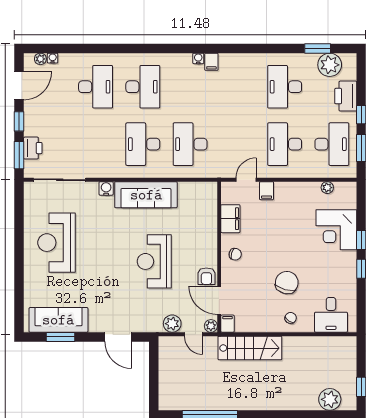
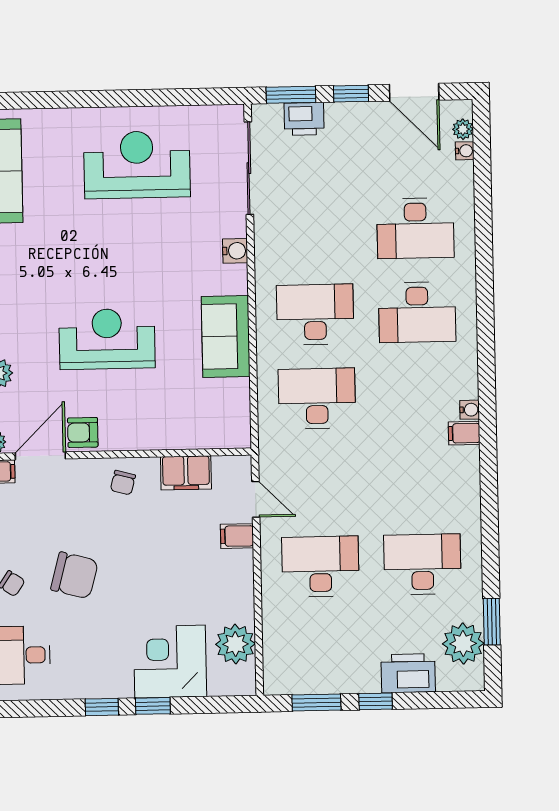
desk: (332, 144) -> (322, 650), removed
plant: (327, 188) -> (235, 644), width x1.87, depth x1.87
sofa: (146, 195) -> (226, 336), width x0.73

